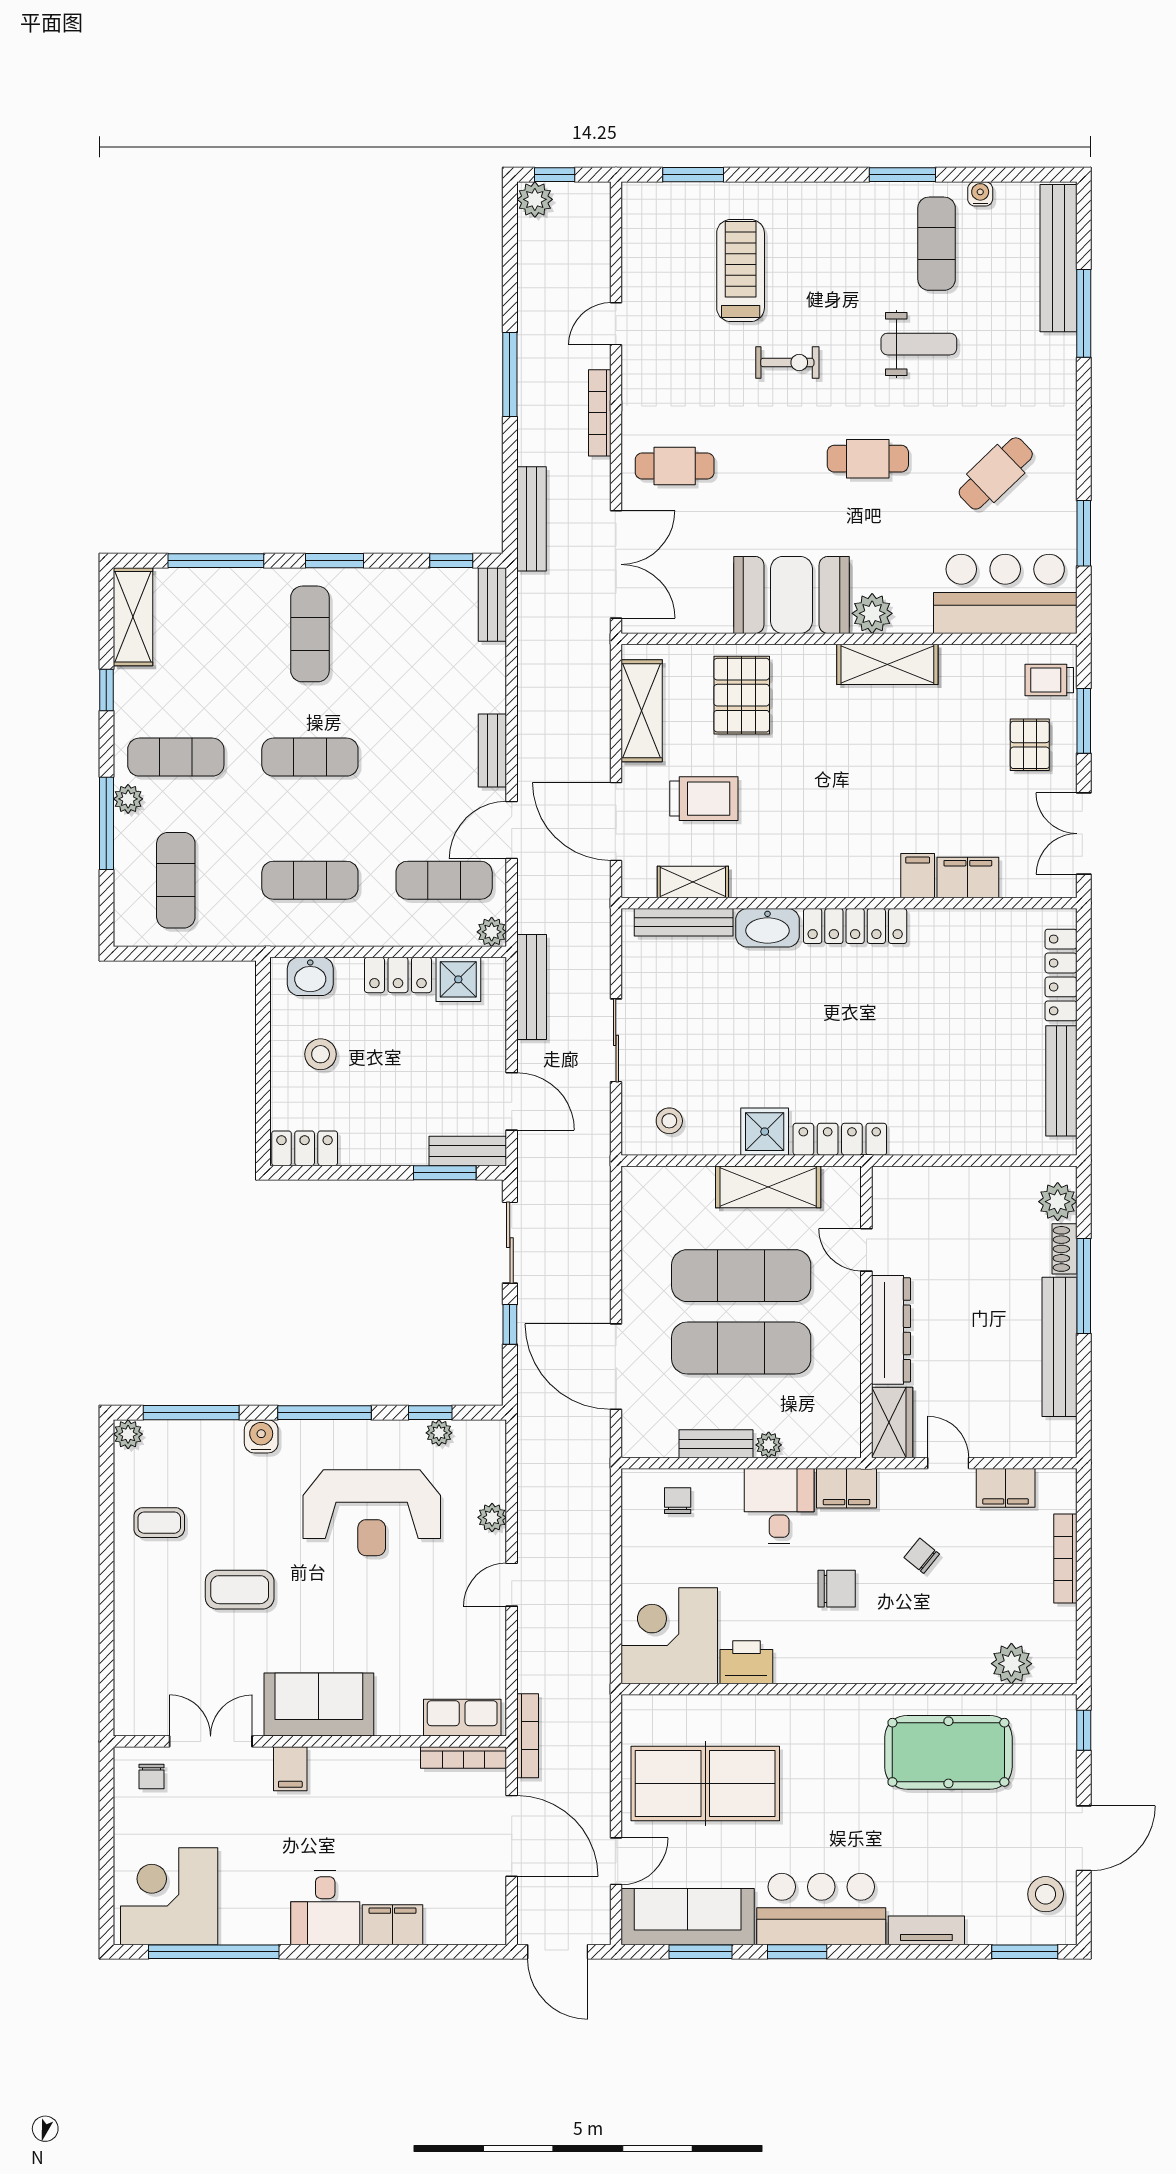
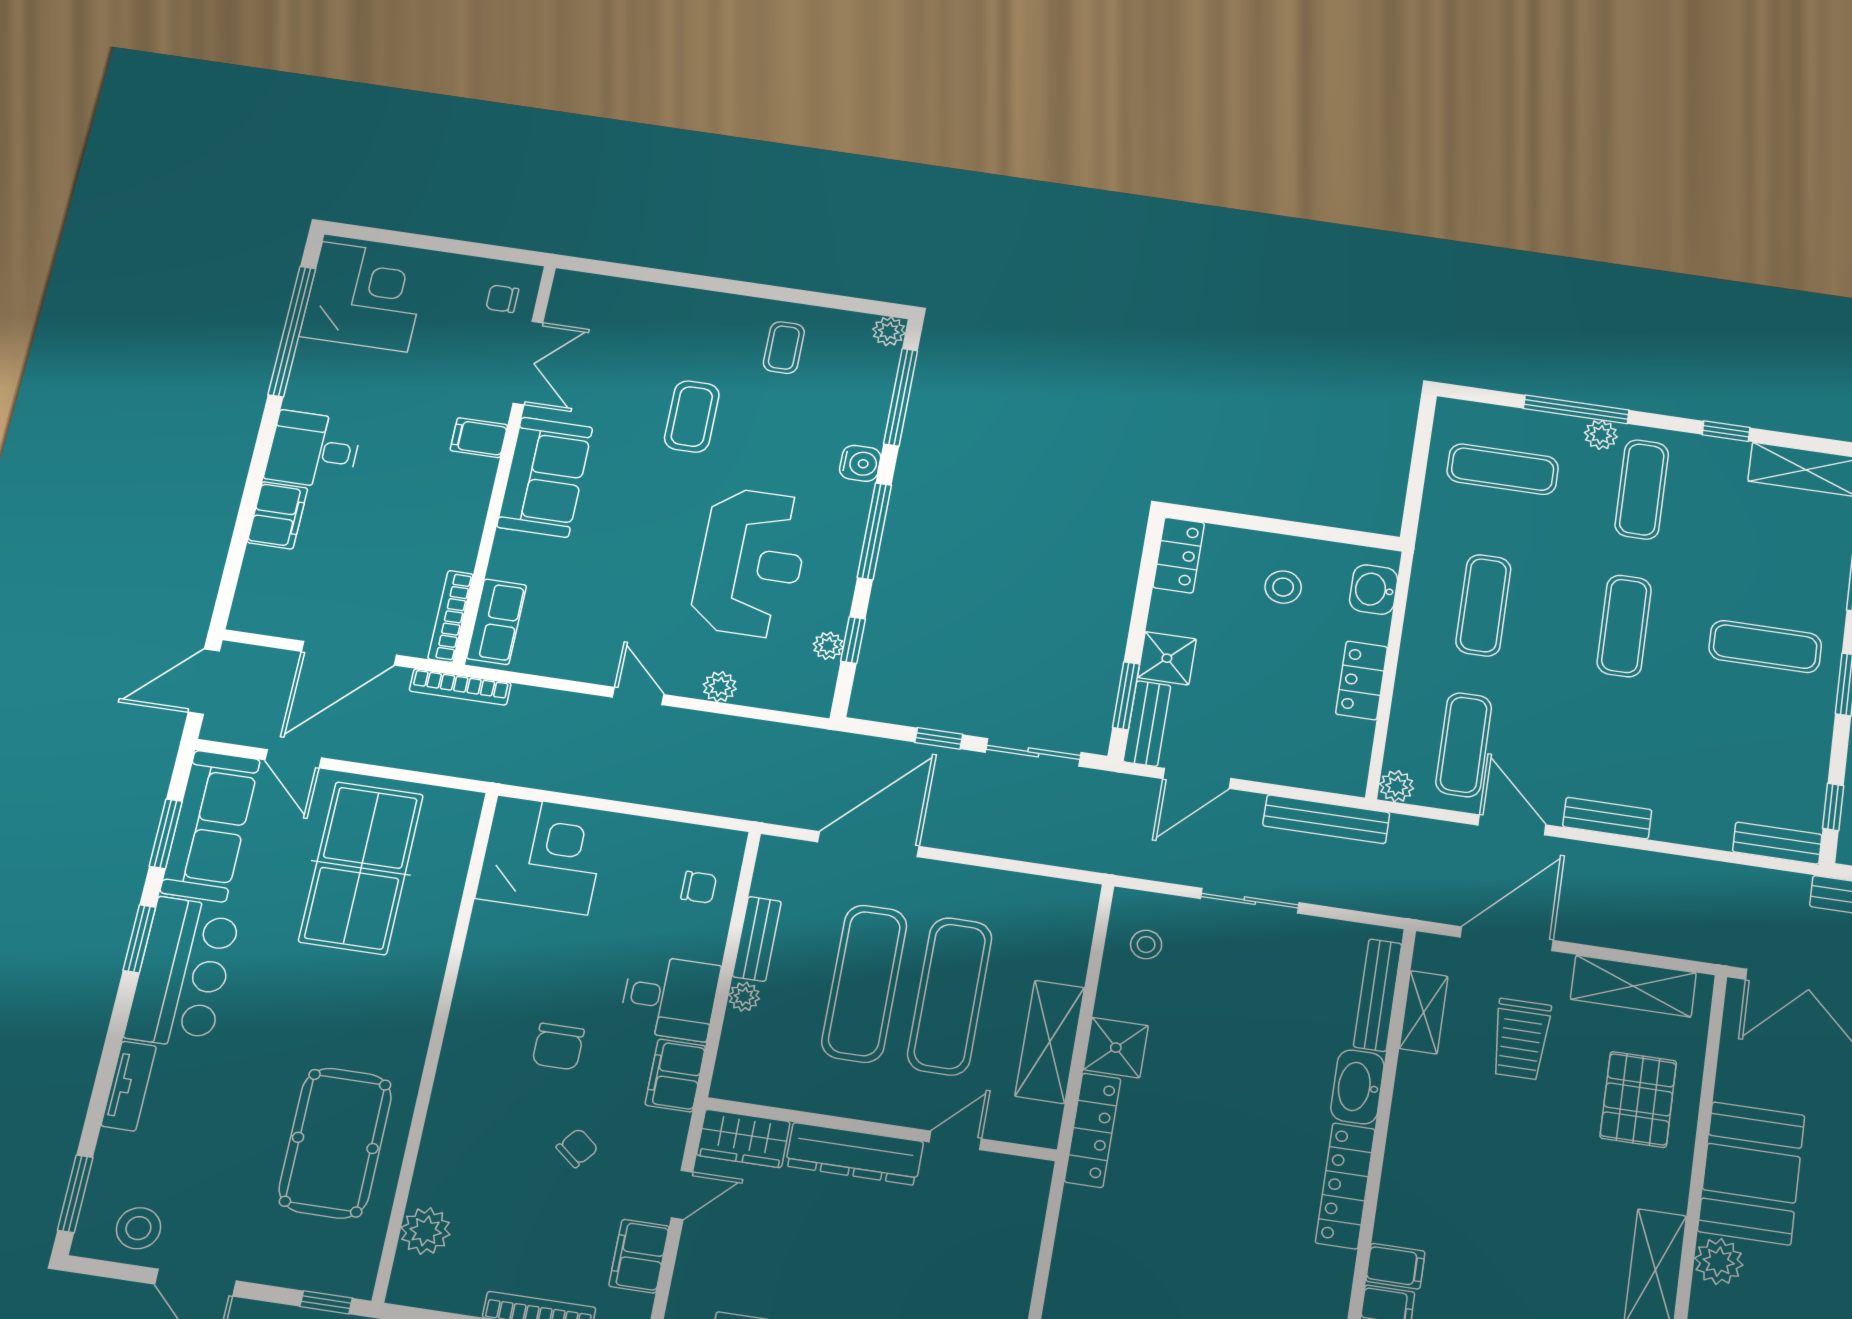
pallet: (742, 695) -> (1638, 1099), turned 90
shower: (458, 979) -> (1167, 658), moved
reception desk: (372, 1513) -> (751, 563), turned 180
printer: (746, 1662) -> (493, 934), removed

